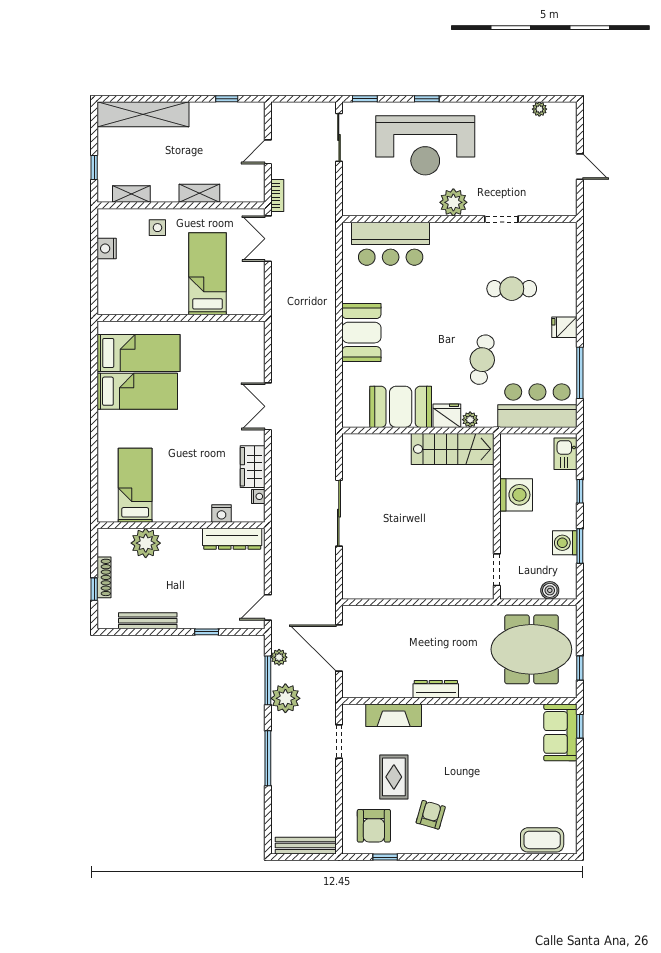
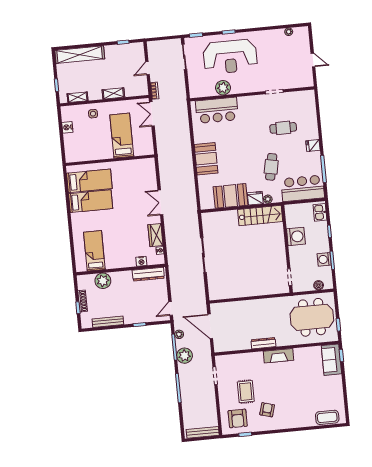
plant: (453, 202) -> (223, 88), moved
fireplace: (394, 715) -> (278, 356), moved

